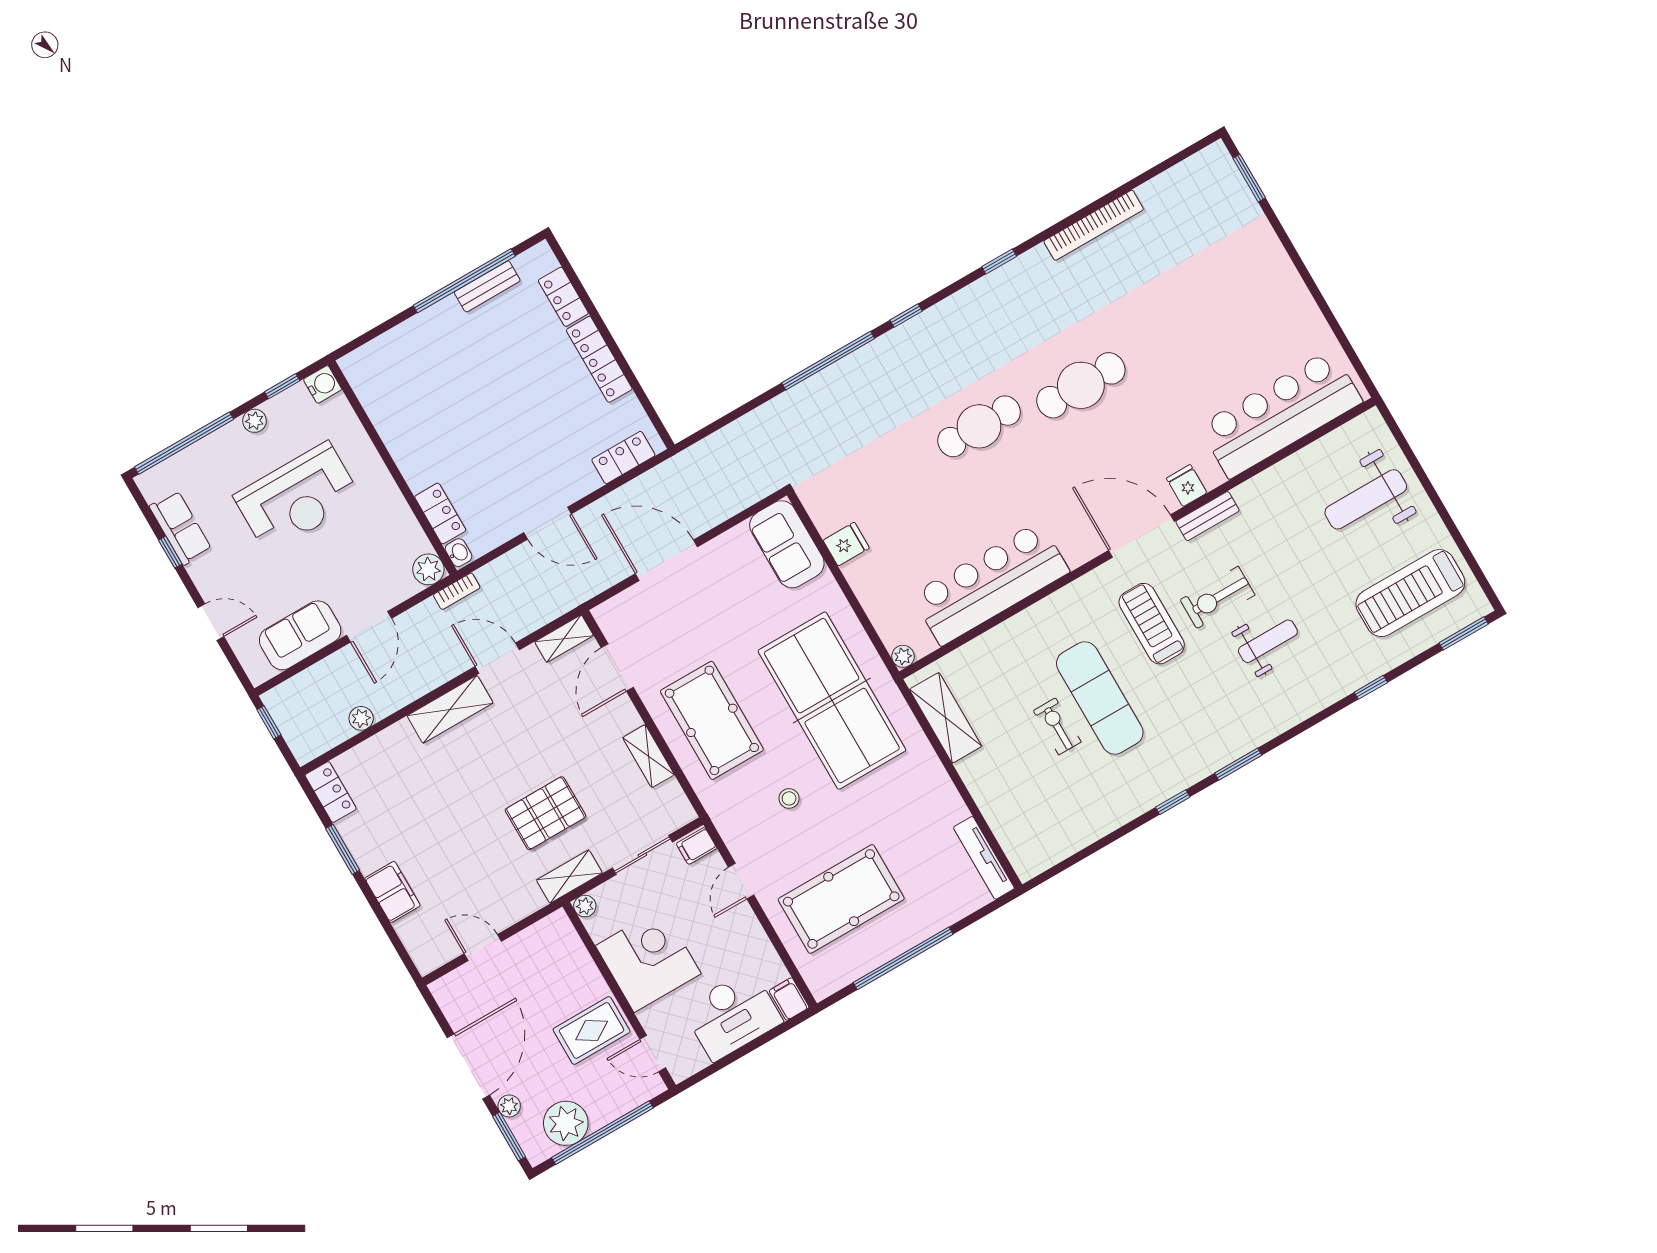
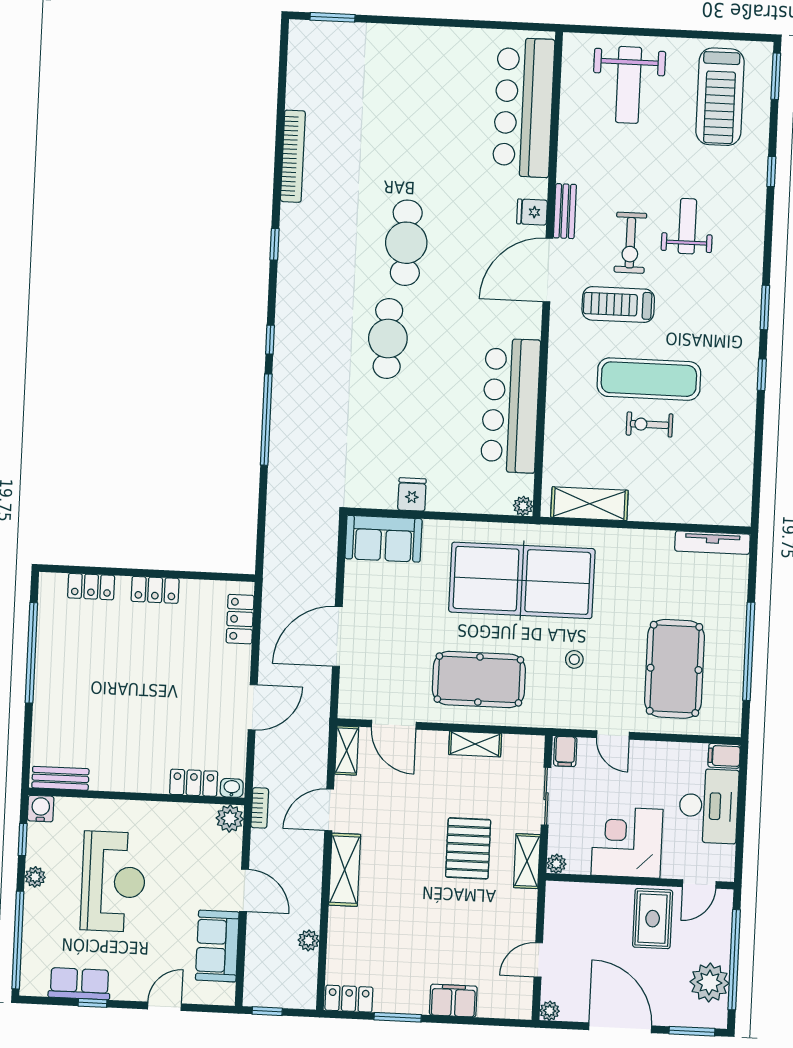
bench: (487, 286) -> (60, 778), moved, turned 90
locker: (599, 359) -> (155, 590), width x0.66
plant: (509, 1106) -> (550, 1011), moved

